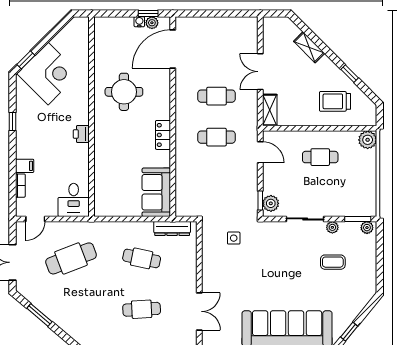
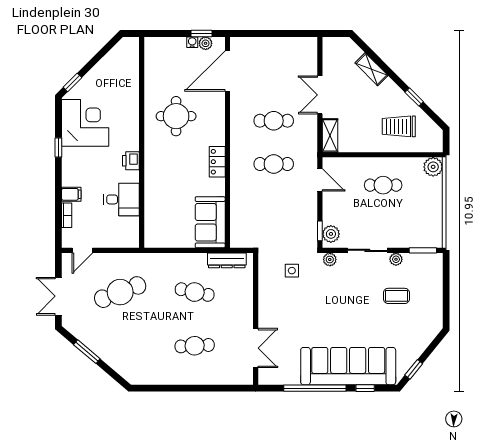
corner desk: (48, 74) -> (85, 123), moved, turned -45
desk: (74, 200) -> (122, 199), moved, turned -90
plant: (367, 228) -> (330, 259), moved

